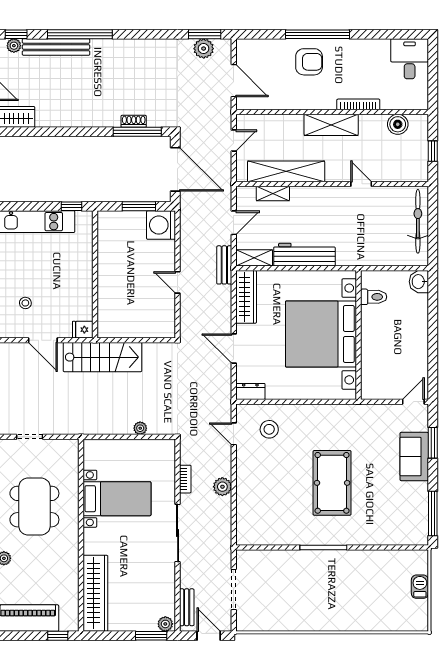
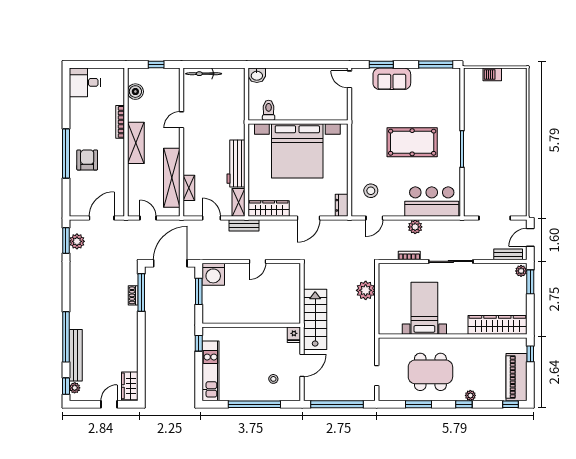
bicycle: (418, 221) -> (204, 74), width x0.73, depth x0.71
plant: (140, 428) -> (366, 290), width x1.88, depth x1.88
bar counter: (255, 508) -> (432, 202), added

